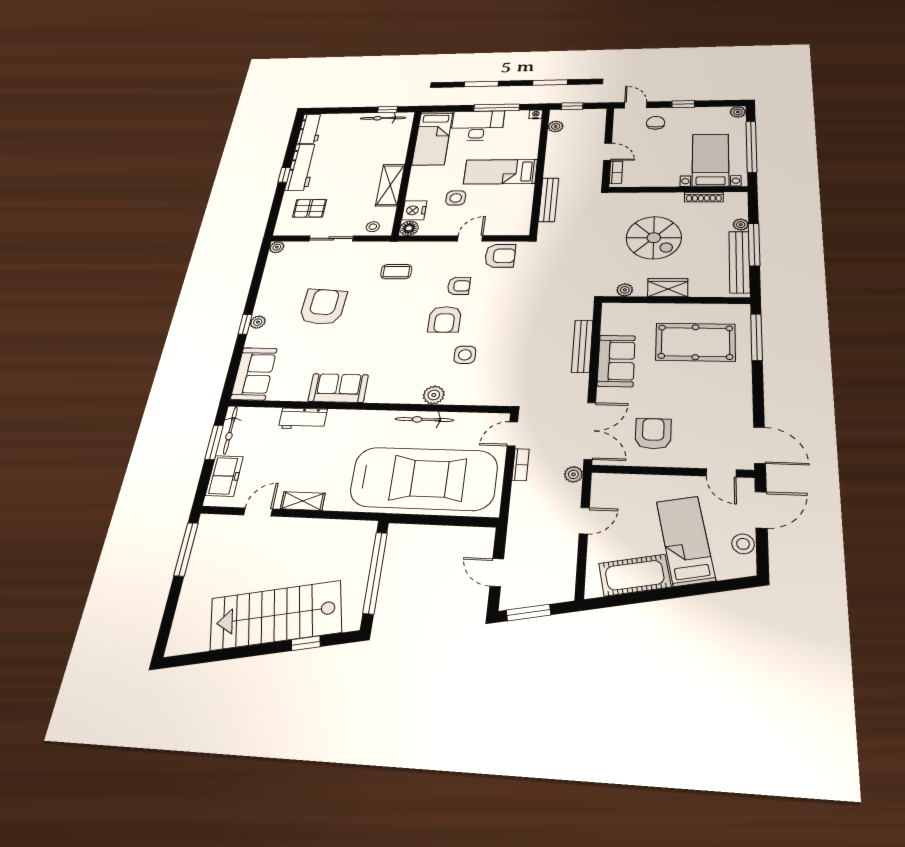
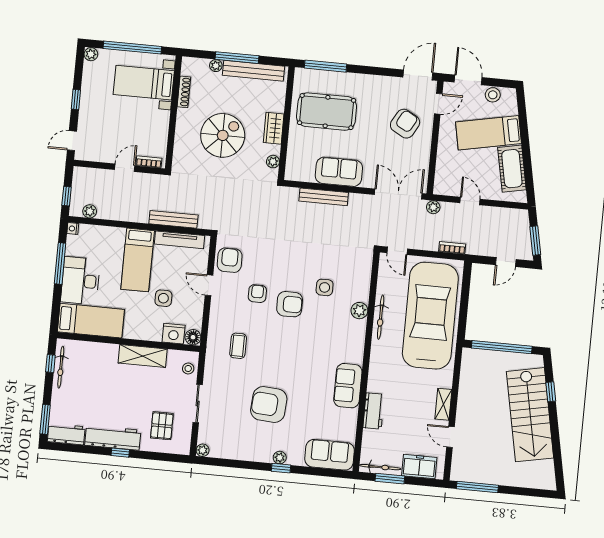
window: (328, 111) -> (45, 419), added
chair: (656, 123) -> (95, 125), removed
tv unit: (524, 207) -> (180, 240), added
pool table: (695, 342) -> (327, 112), turned 90
armchair: (653, 434) -> (405, 124), moved, turned 119
bookcase: (521, 465) -> (452, 248), moved

